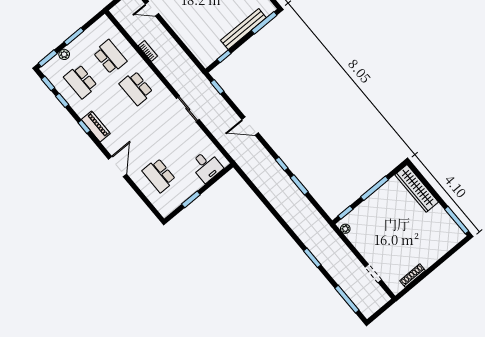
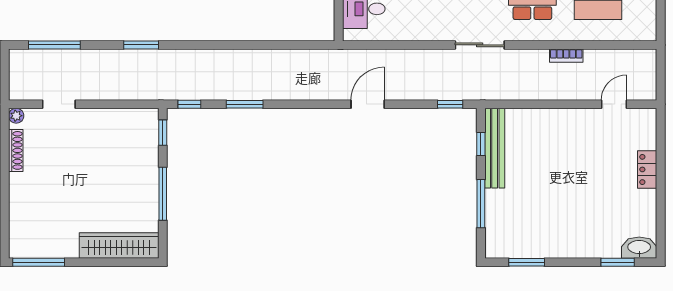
window: (264, 23) -> (481, 204), moved
bench: (243, 29) -> (495, 148), moved
sliding door: (188, 109) -> (480, 45), moved
window: (282, 164) -> (189, 104), moved
plant: (345, 229) -> (16, 116), moved

